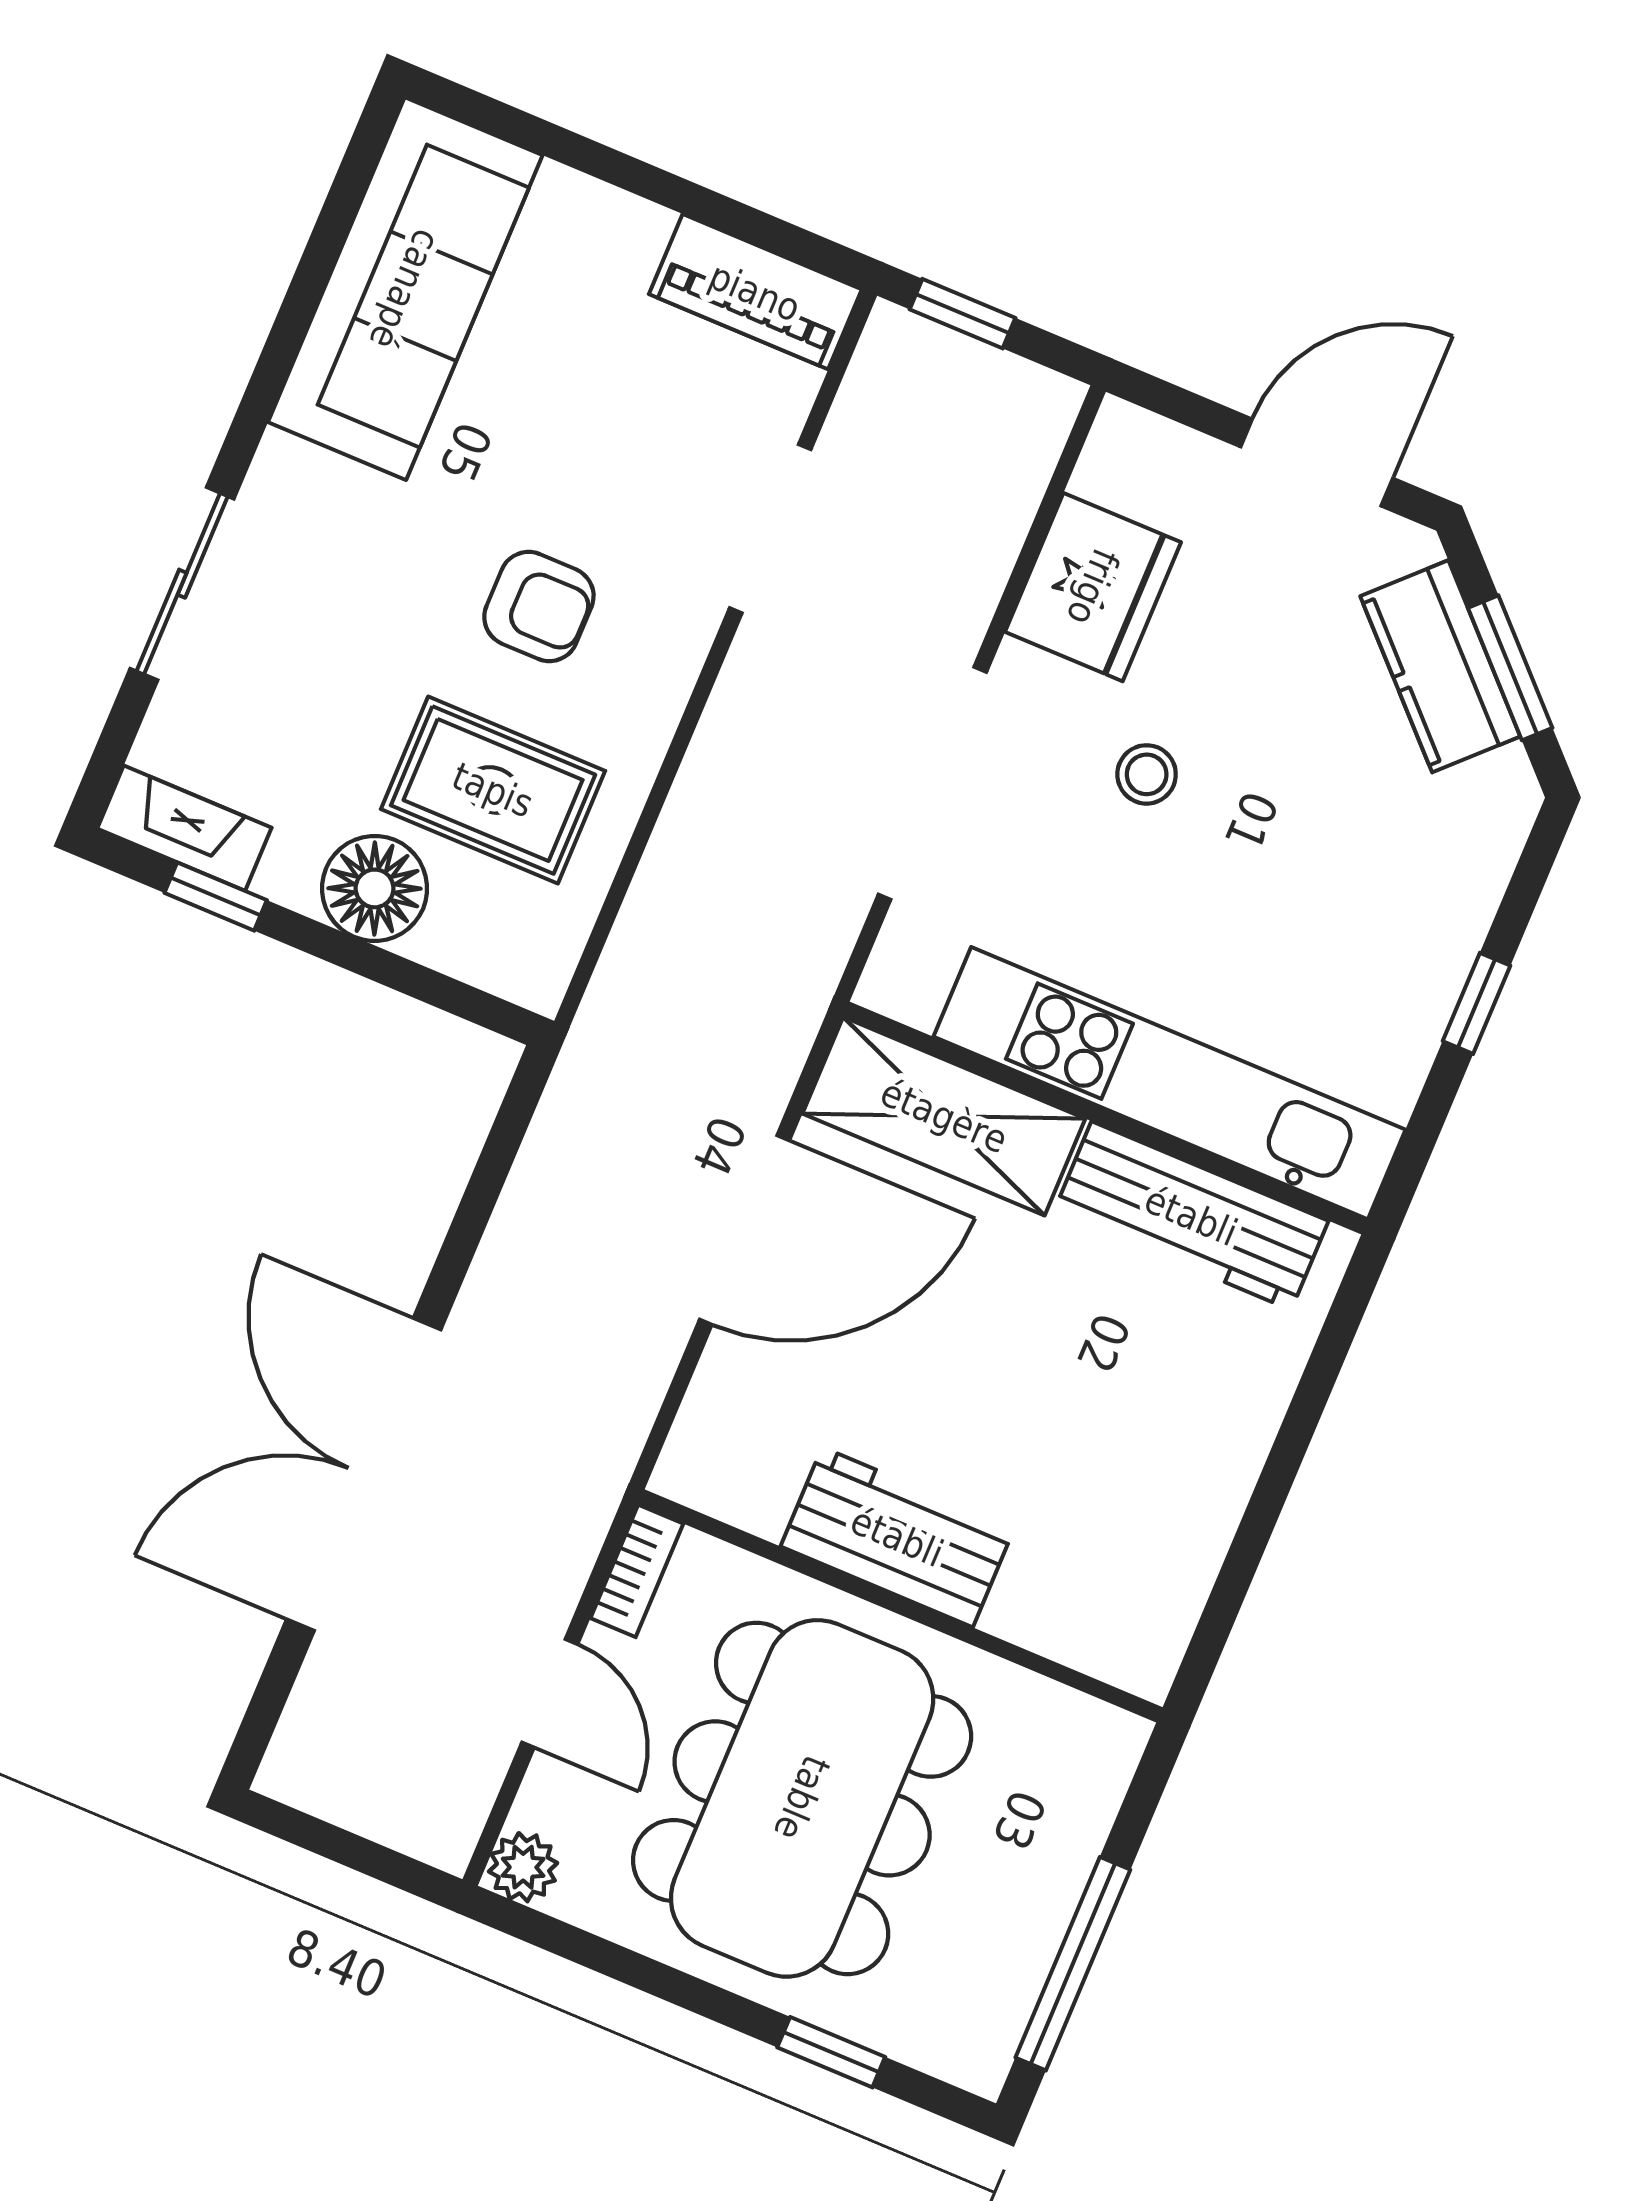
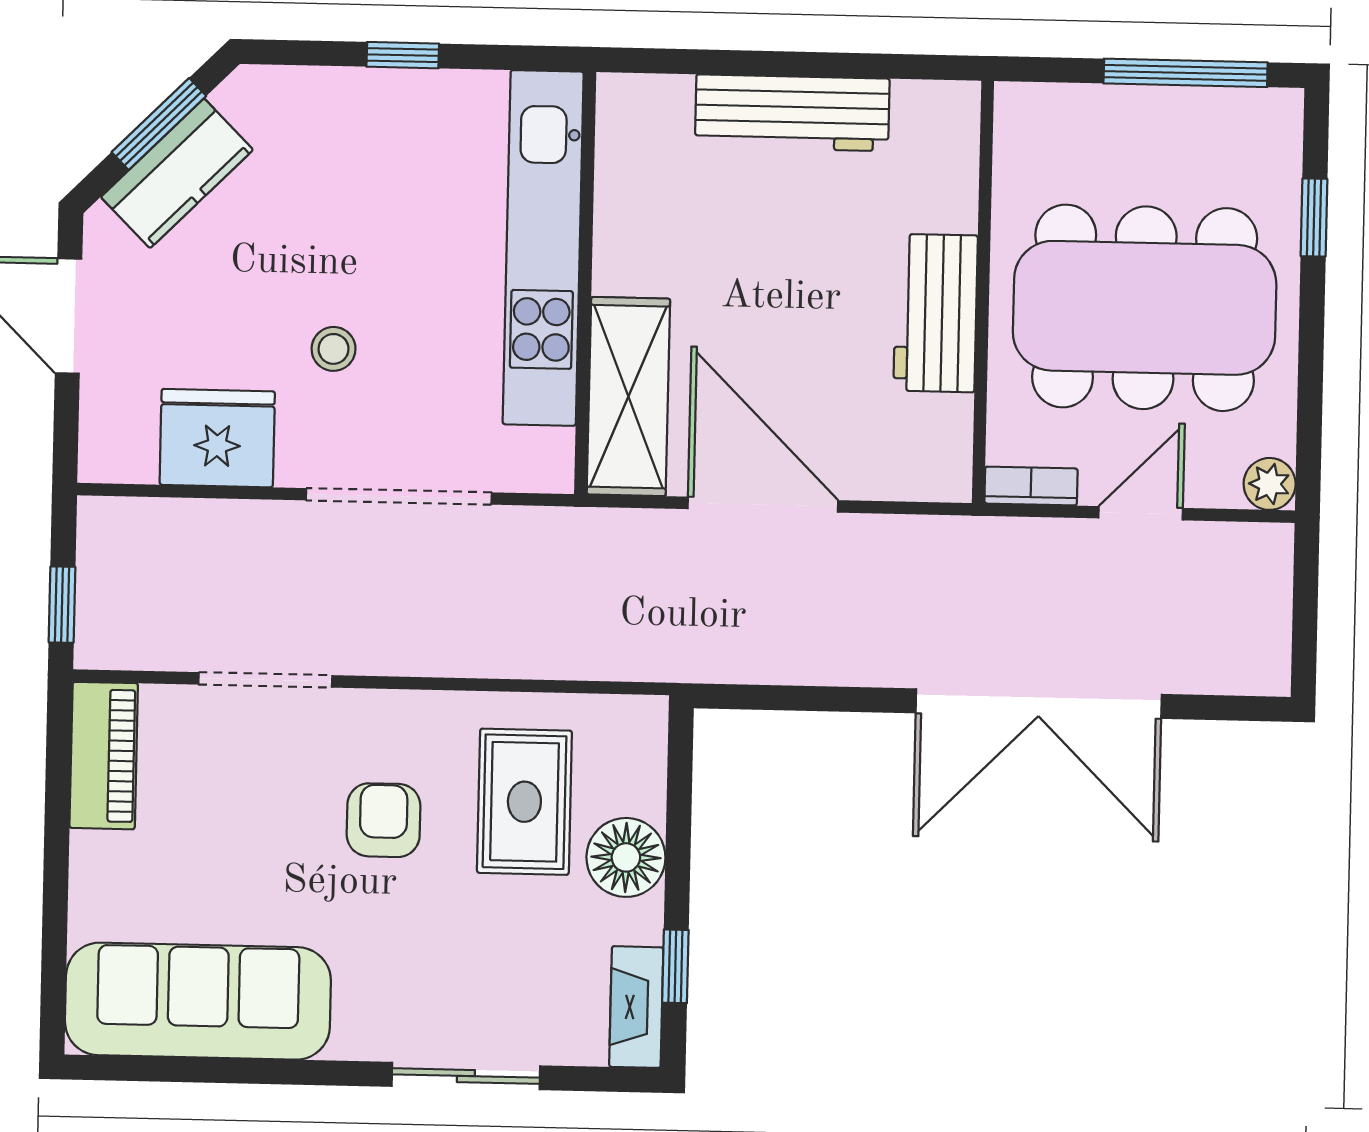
workbench: (1191, 1216) -> (792, 113), moved, turned 90

